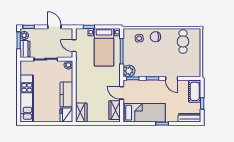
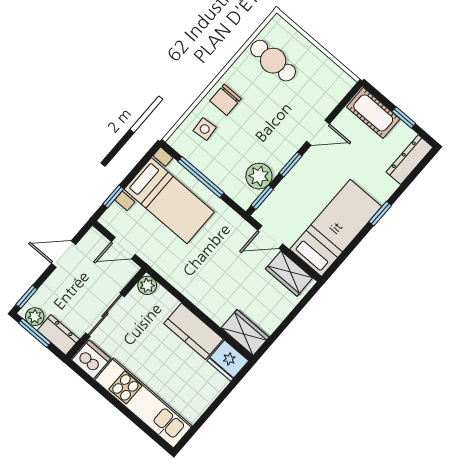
dishwasher: (26, 68) -> (91, 359), added
plant: (129, 71) -> (259, 176), moved

